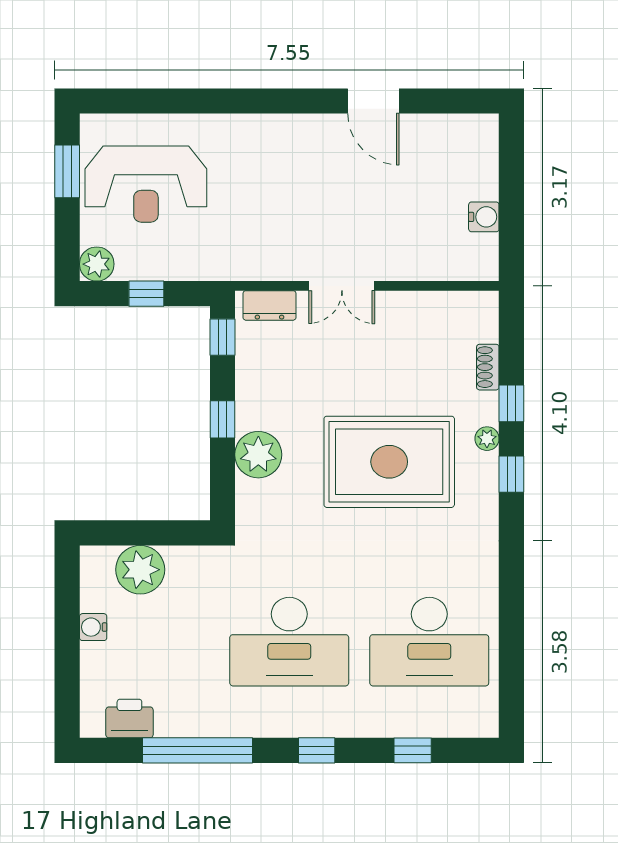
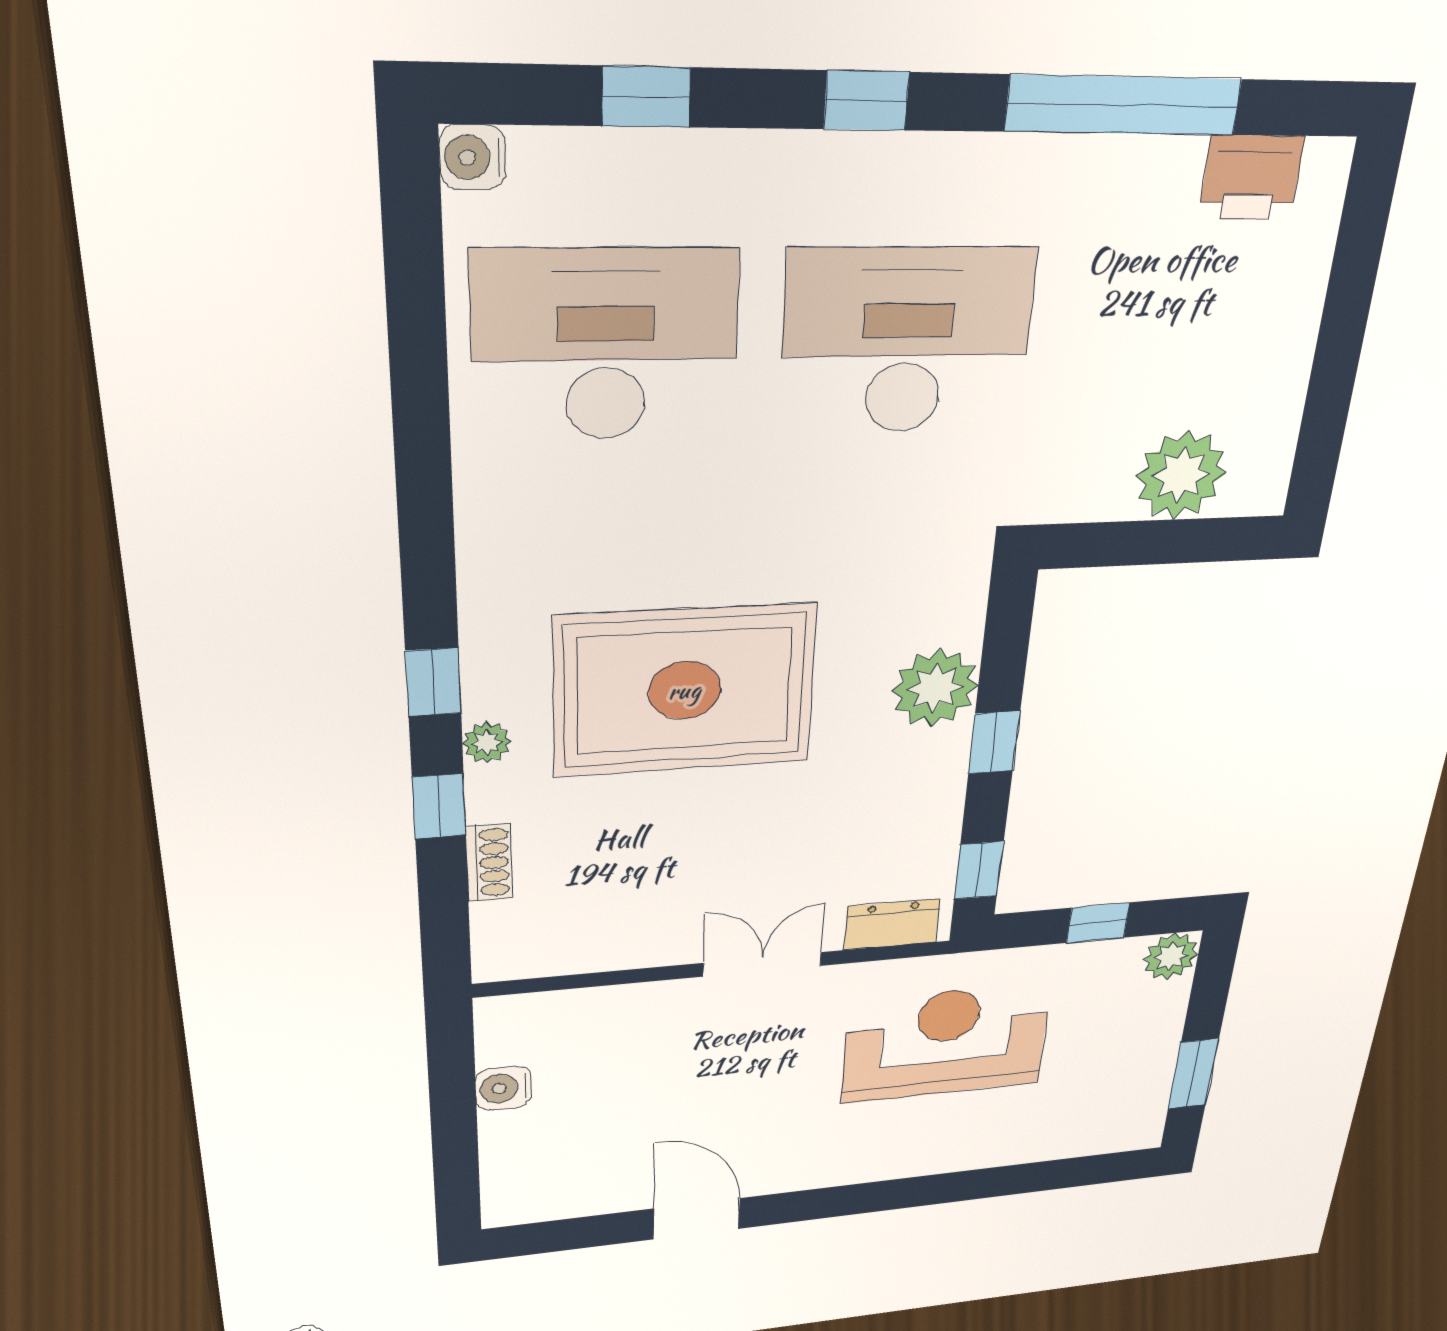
reception desk: (146, 184) -> (946, 1043), moved
water cooler: (93, 627) -> (473, 157), moved, turned 180

